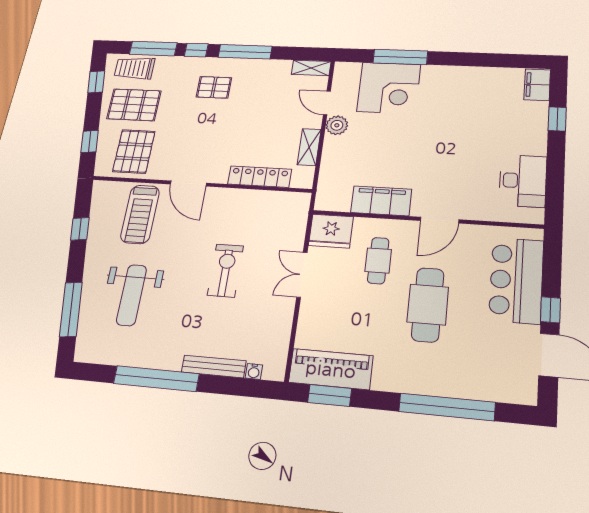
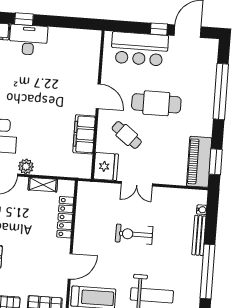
desk: (523, 181) -> (28, 40), moved
cafe table: (378, 261) -> (127, 135), turned 37

